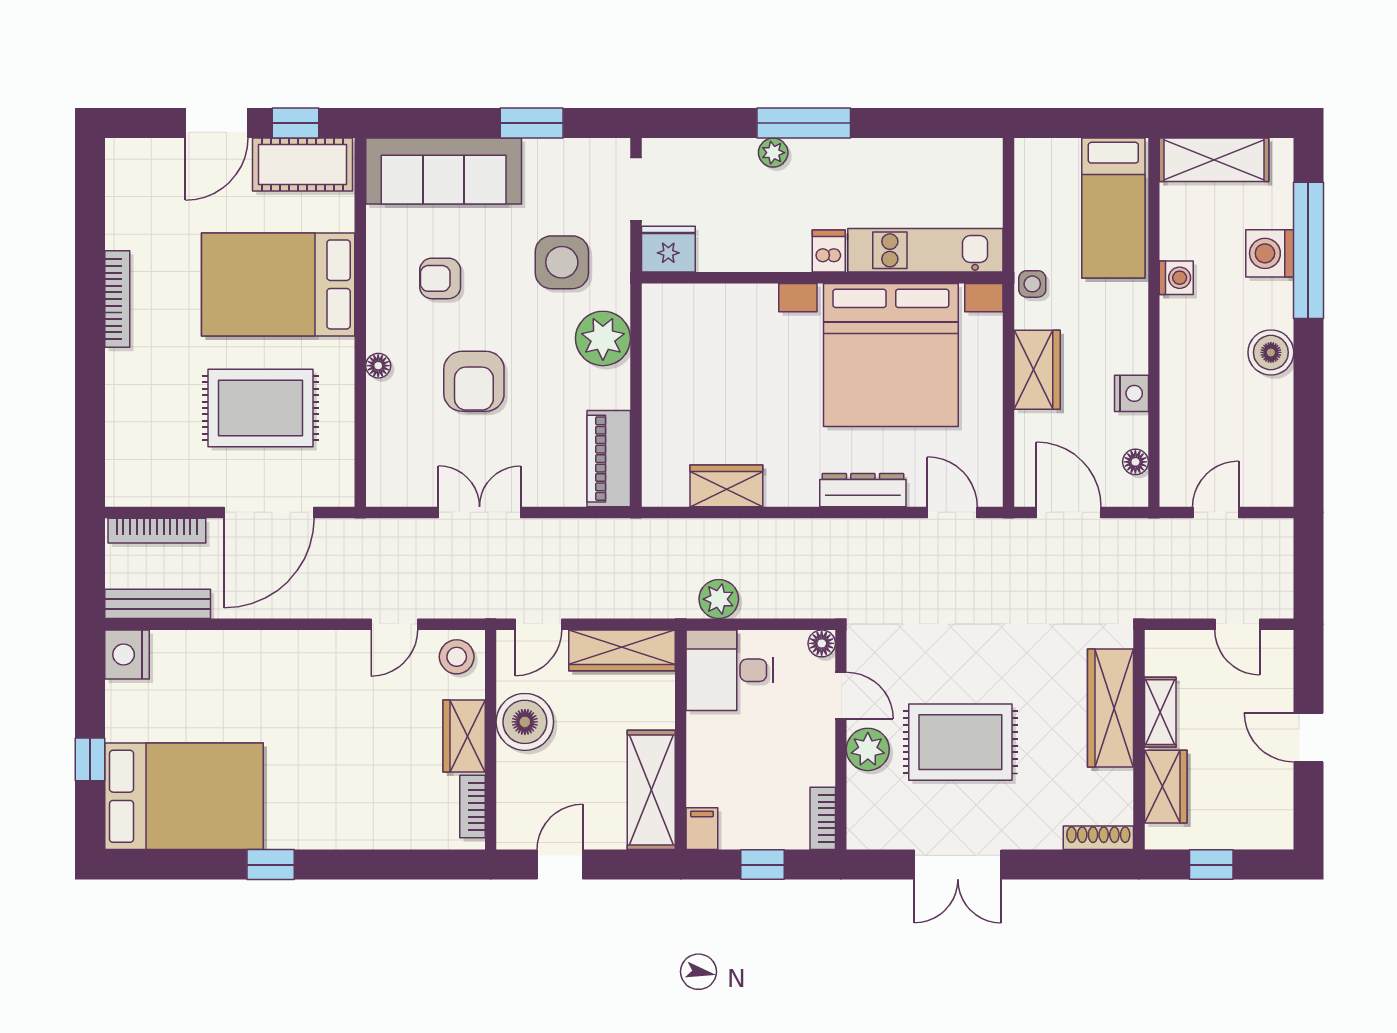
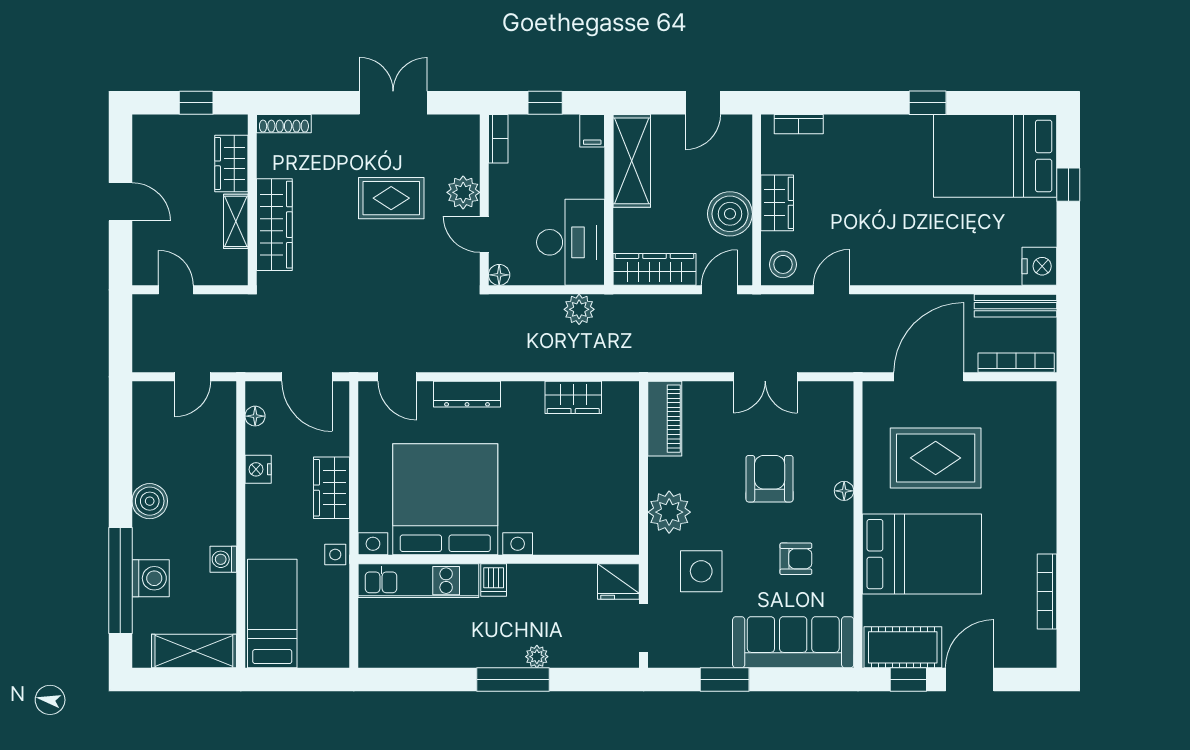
bookcase: (117, 299) -> (1047, 591), moved
desk: (730, 670) -> (571, 242), width x1.37
rug: (960, 742) -> (391, 198), width x0.73, depth x0.70
bookcase: (472, 806) -> (799, 124), moved, turned 90

